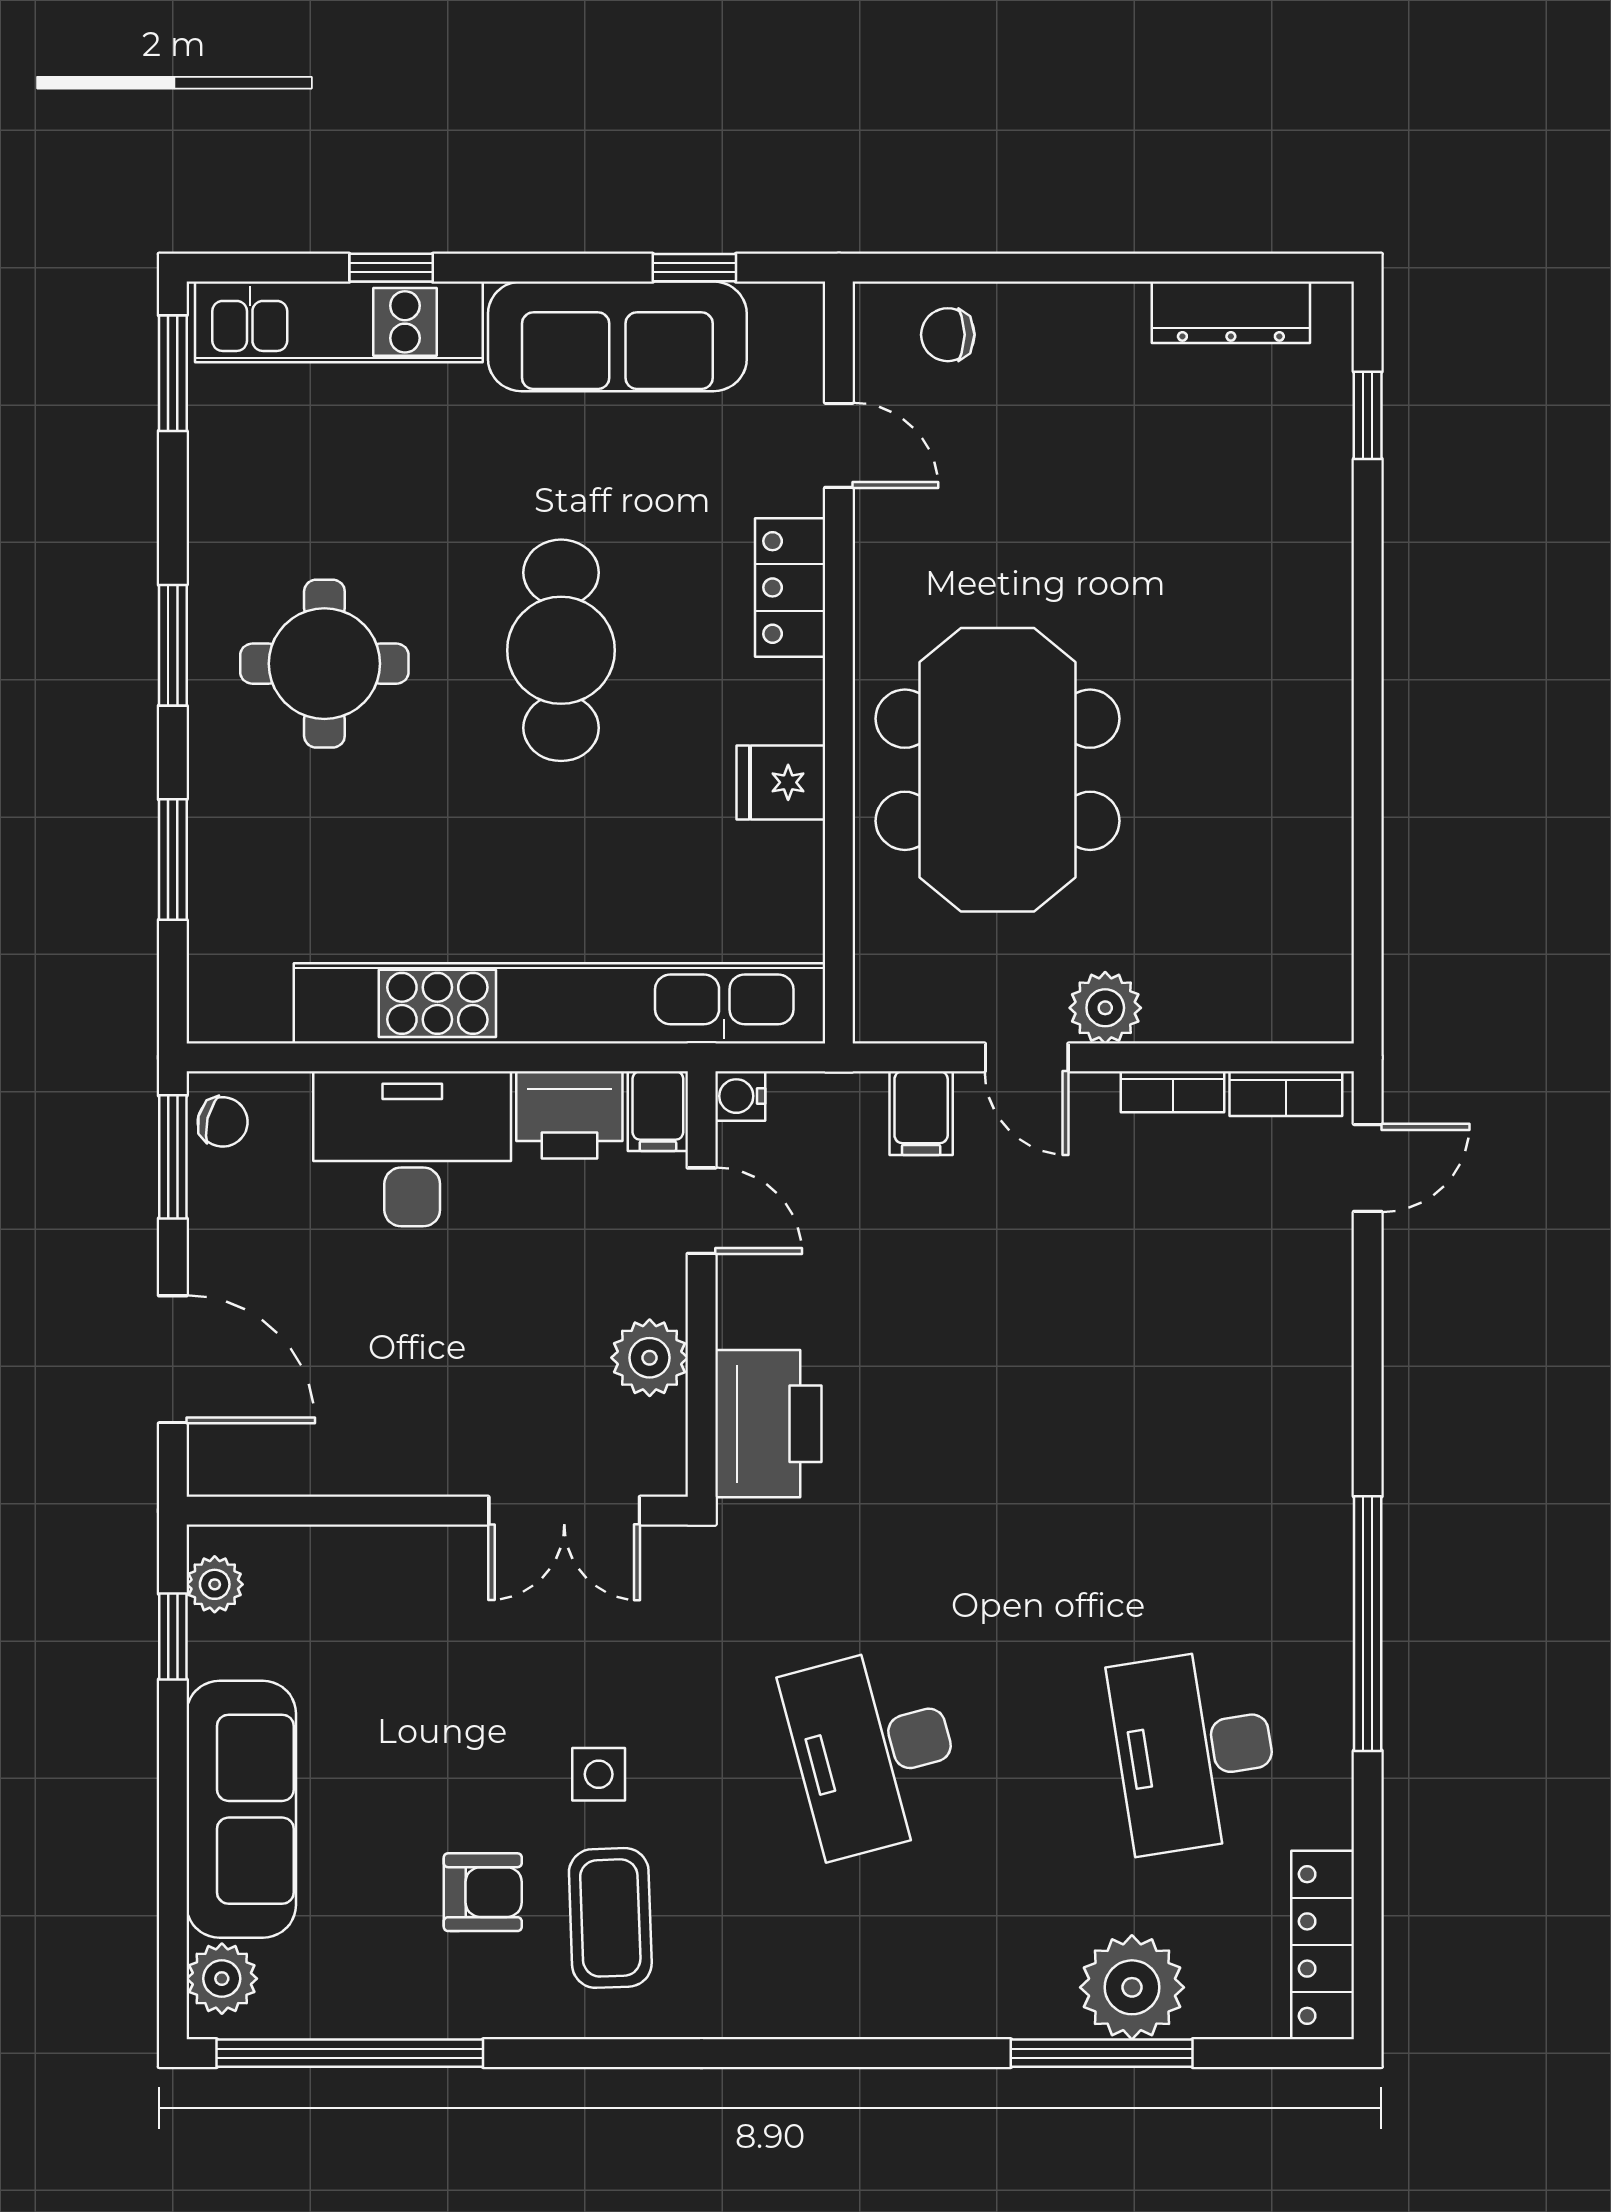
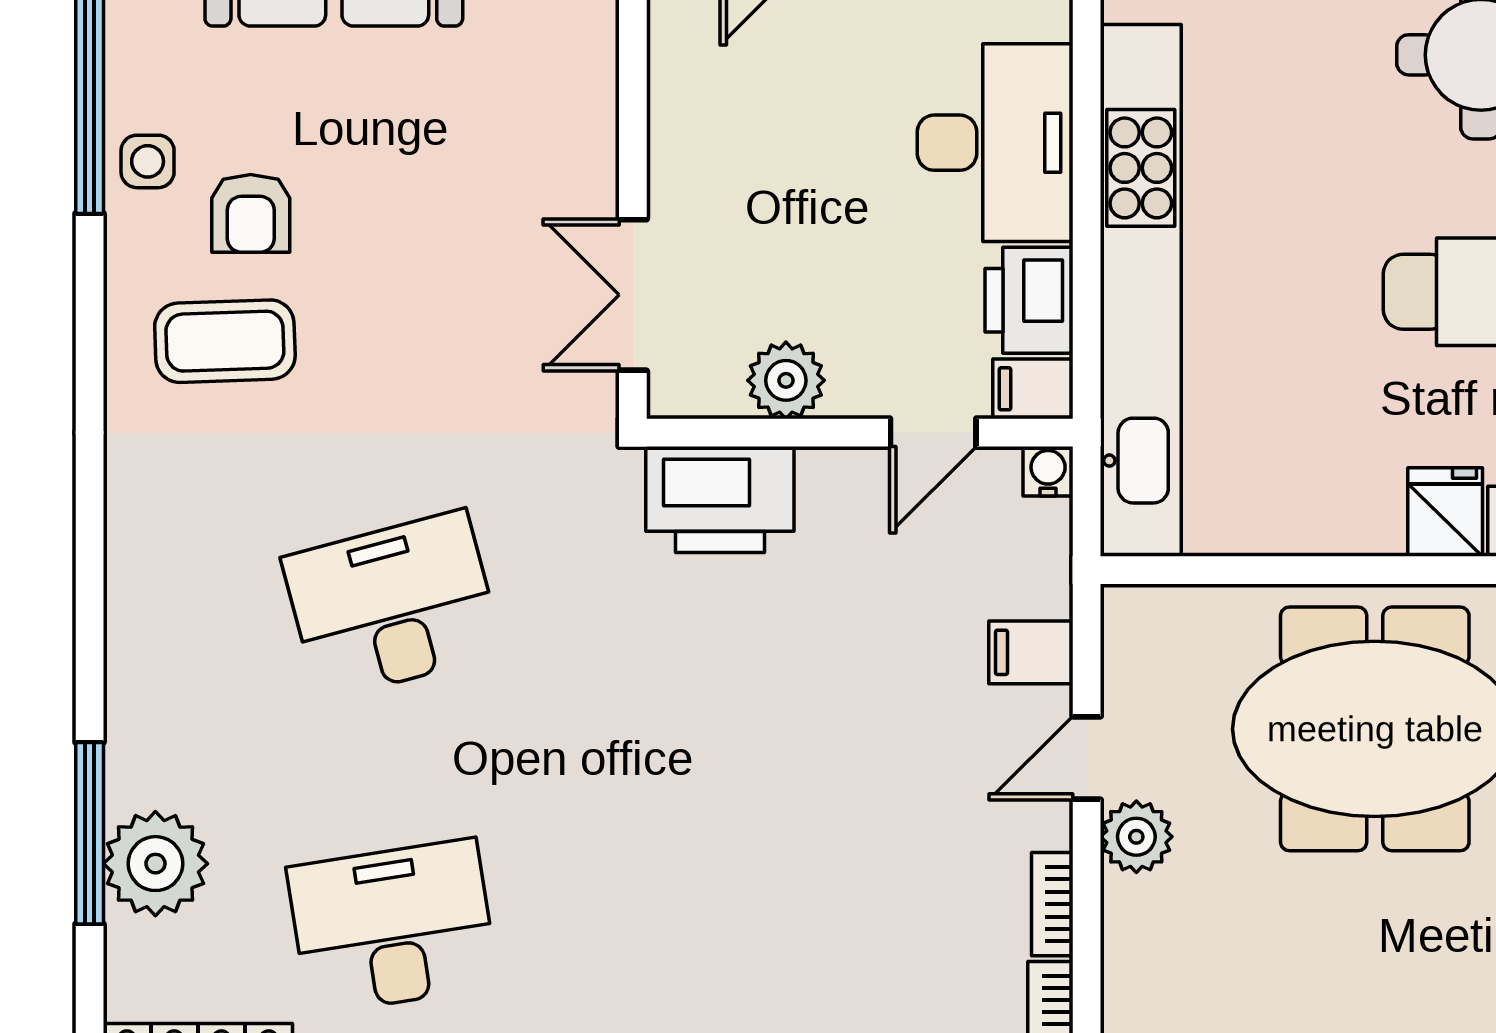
fridge: (781, 782) -> (1445, 512), moved
side table: (599, 1774) -> (148, 161), moved

